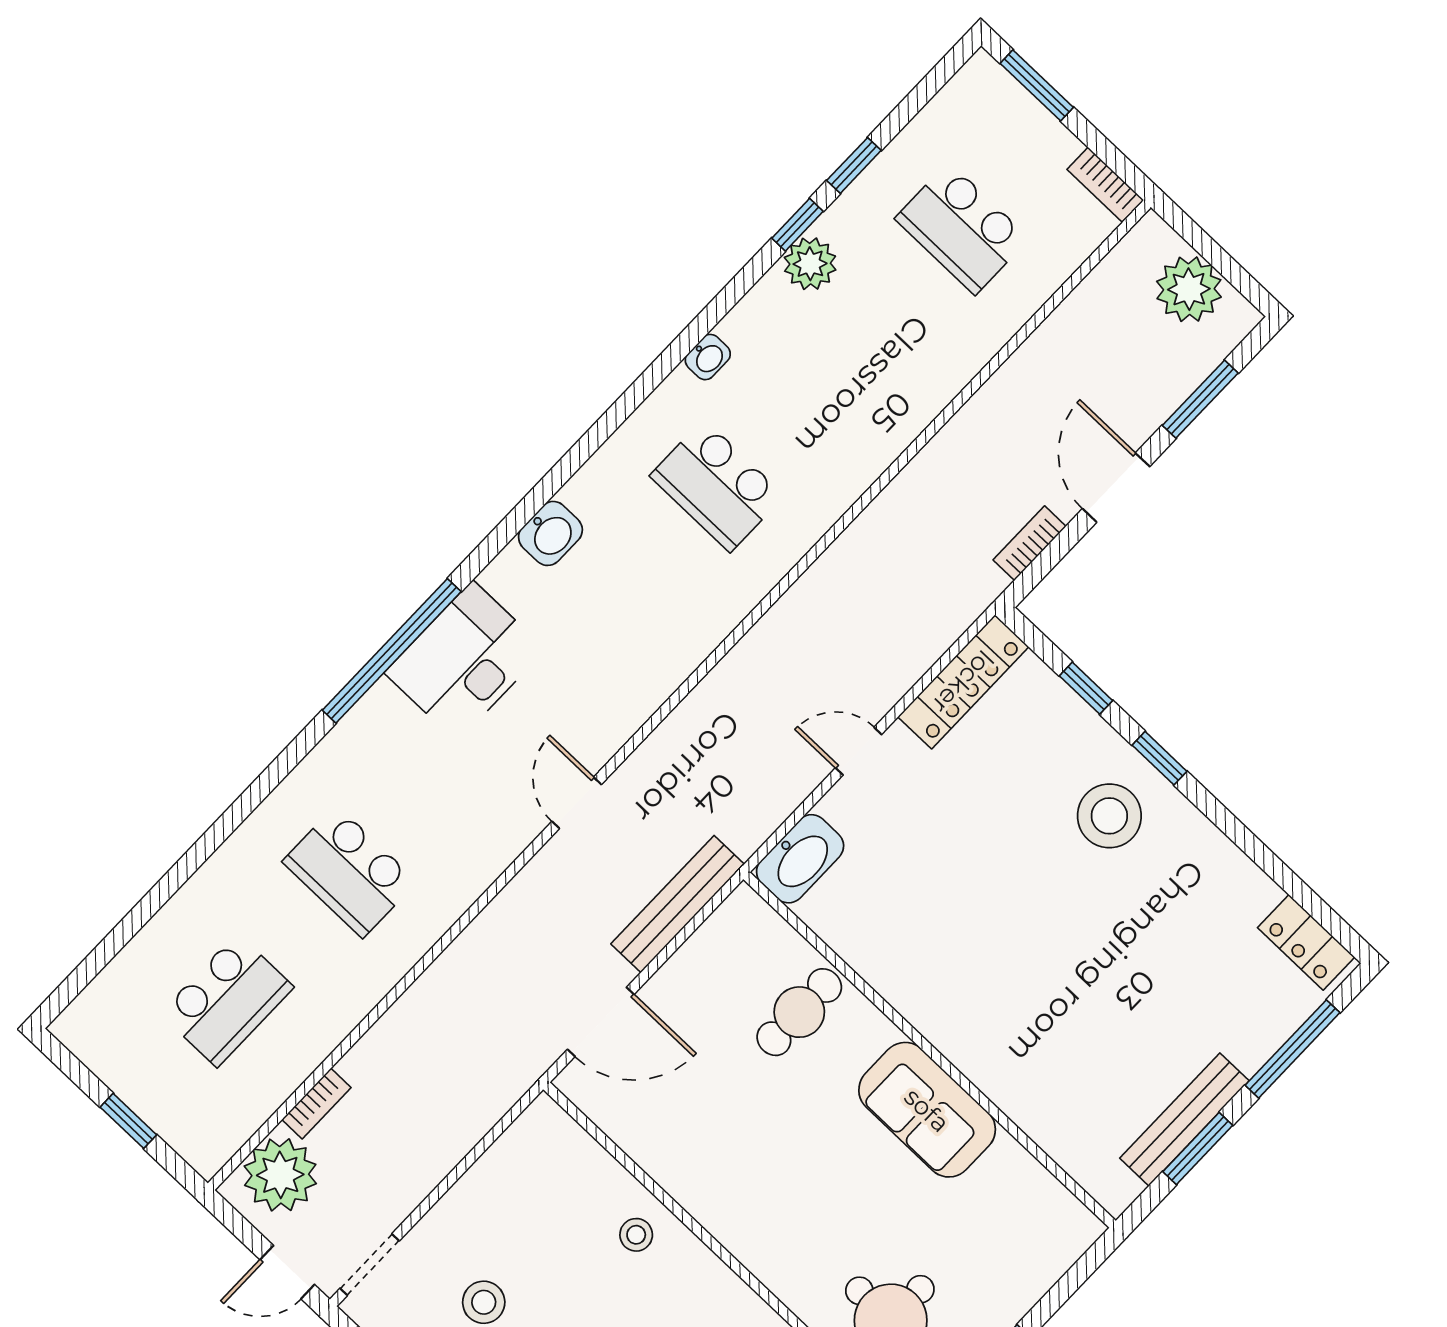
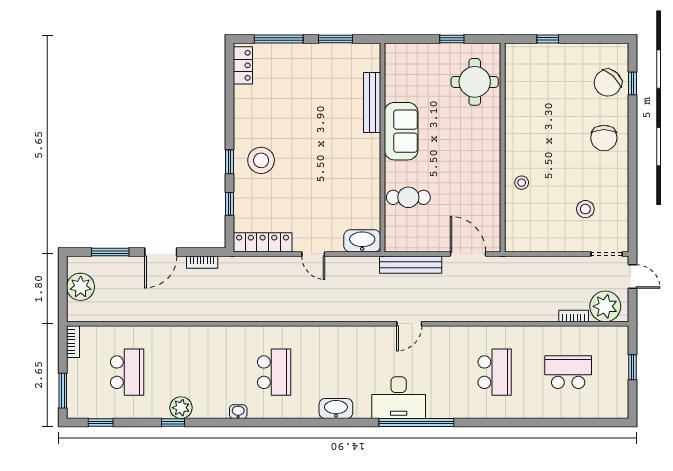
window: (854, 165) -> (101, 423), moved
washbasin: (550, 533) -> (336, 408), width x1.38
bench: (1184, 1119) -> (372, 103), moved, turned 90

